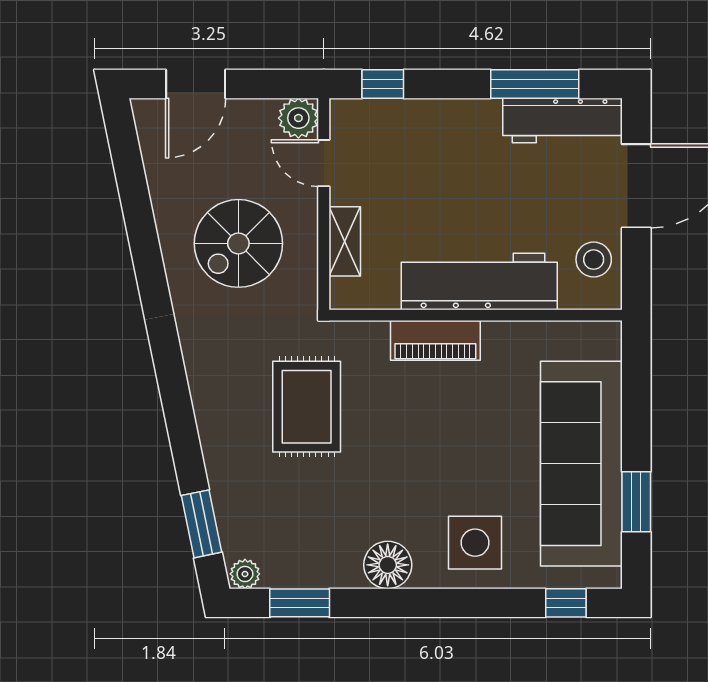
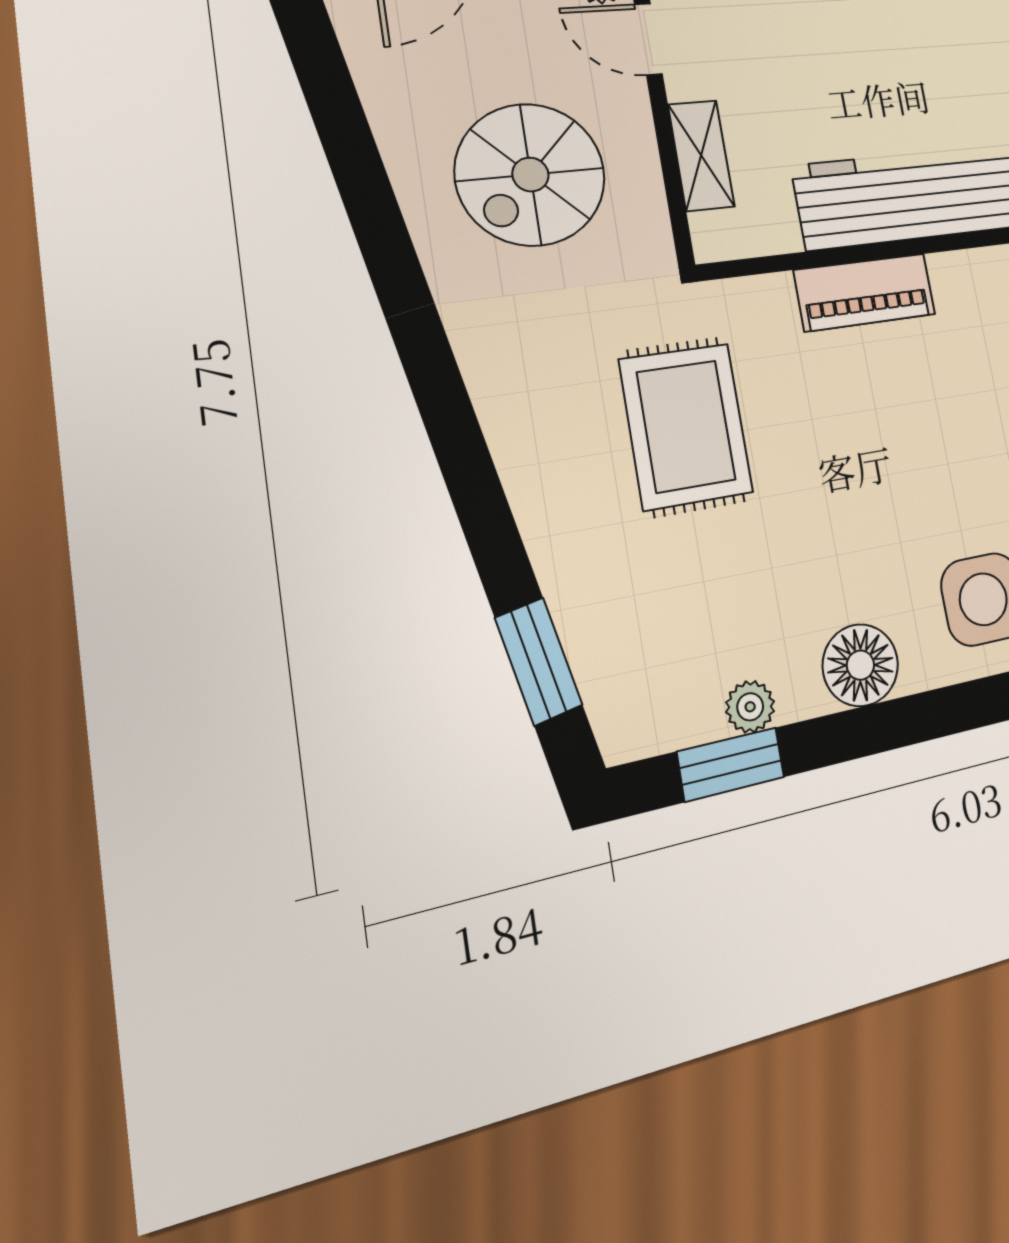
plant: (245, 574) -> (750, 707), moved

